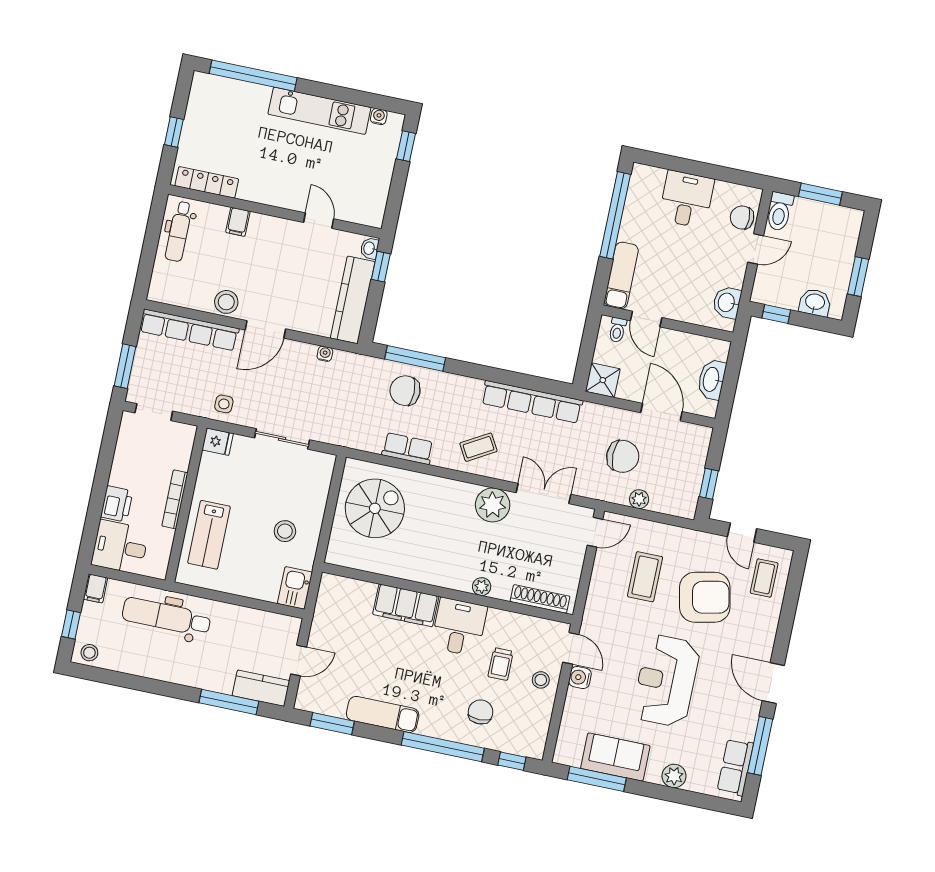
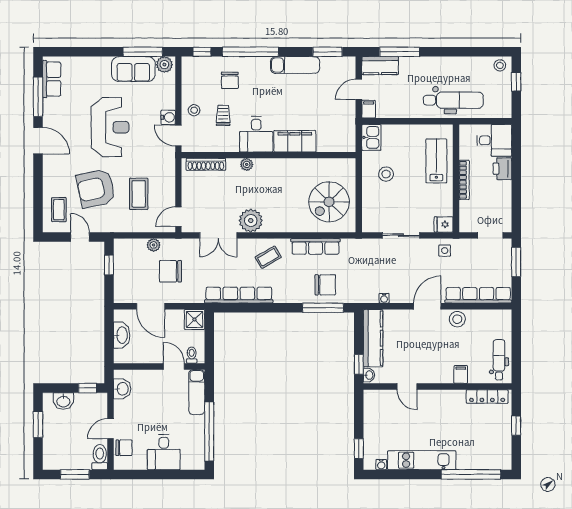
row of seats: (408, 449) -> (315, 246), width x1.48
filing cabinet: (96, 588) -> (369, 109), moved
plant: (674, 776) -> (164, 65), moved

